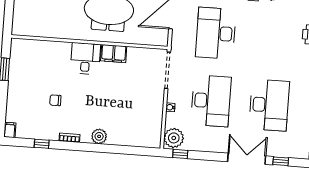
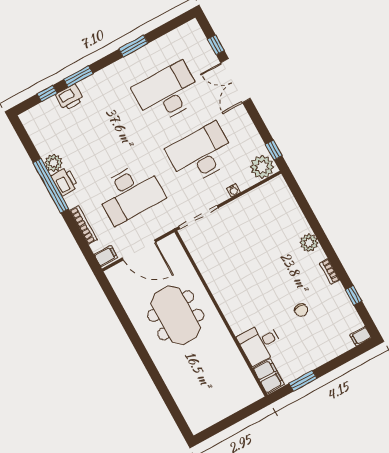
filing cabinet: (114, 54) -> (269, 376), moved
desk: (85, 58) -> (260, 343), moved

